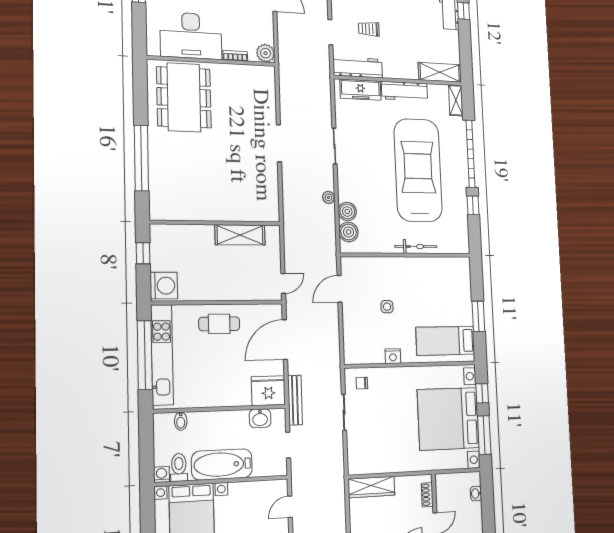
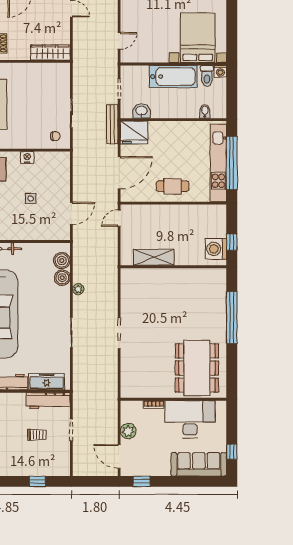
plant: (266, 53) -> (128, 431), moved
washing machine: (164, 286) -> (216, 249), moved

